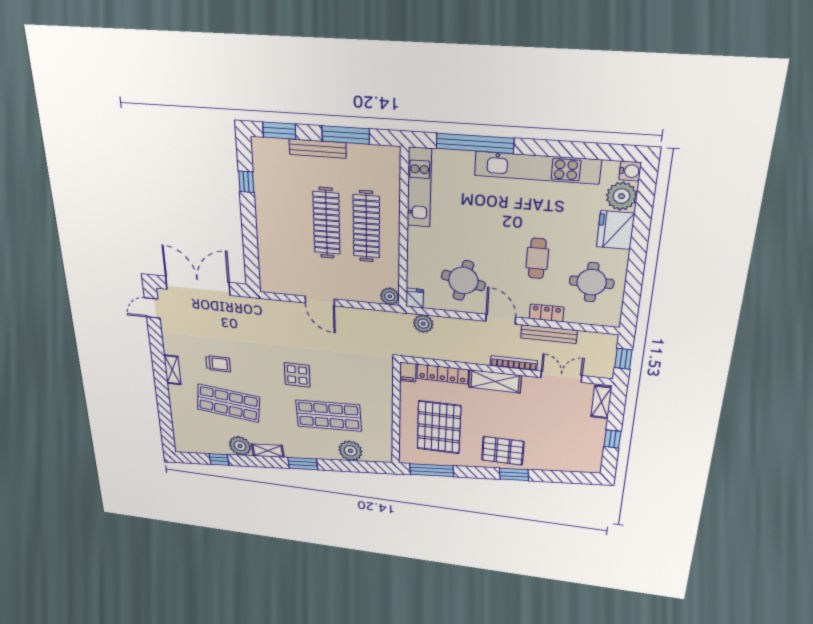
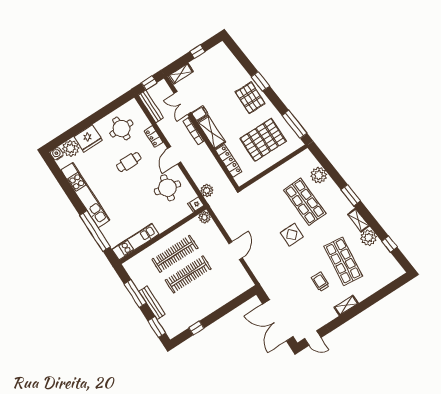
bench: (549, 334) -> (151, 106), moved
filing cabinet: (408, 372) -> (200, 113), moved

